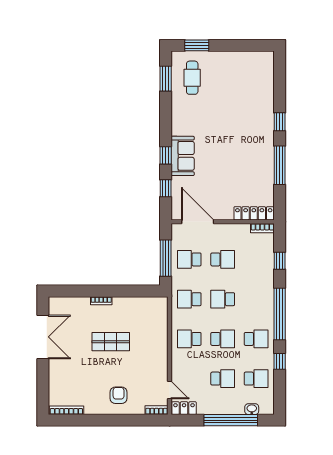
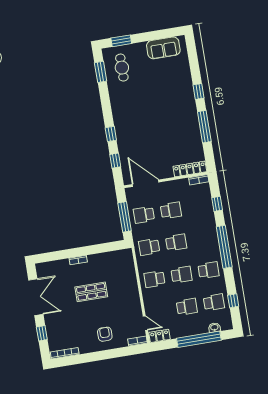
sofa: (183, 156) -> (163, 48), moved, turned 90
school desk: (223, 299) -> (176, 242), turned 180
window: (280, 361) -> (233, 301), moved
window: (43, 382) -> (42, 333), added

